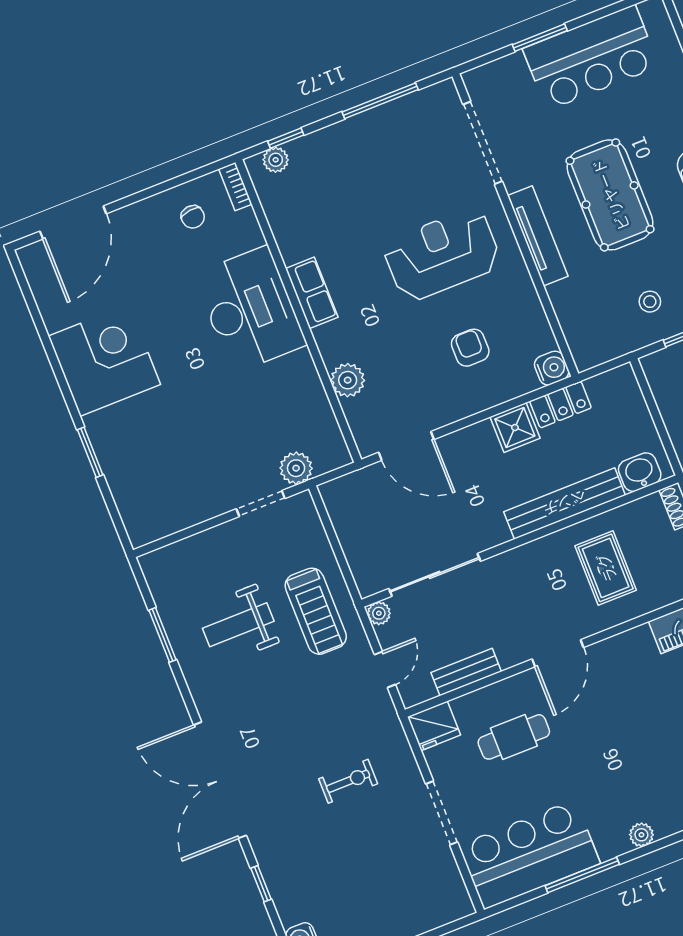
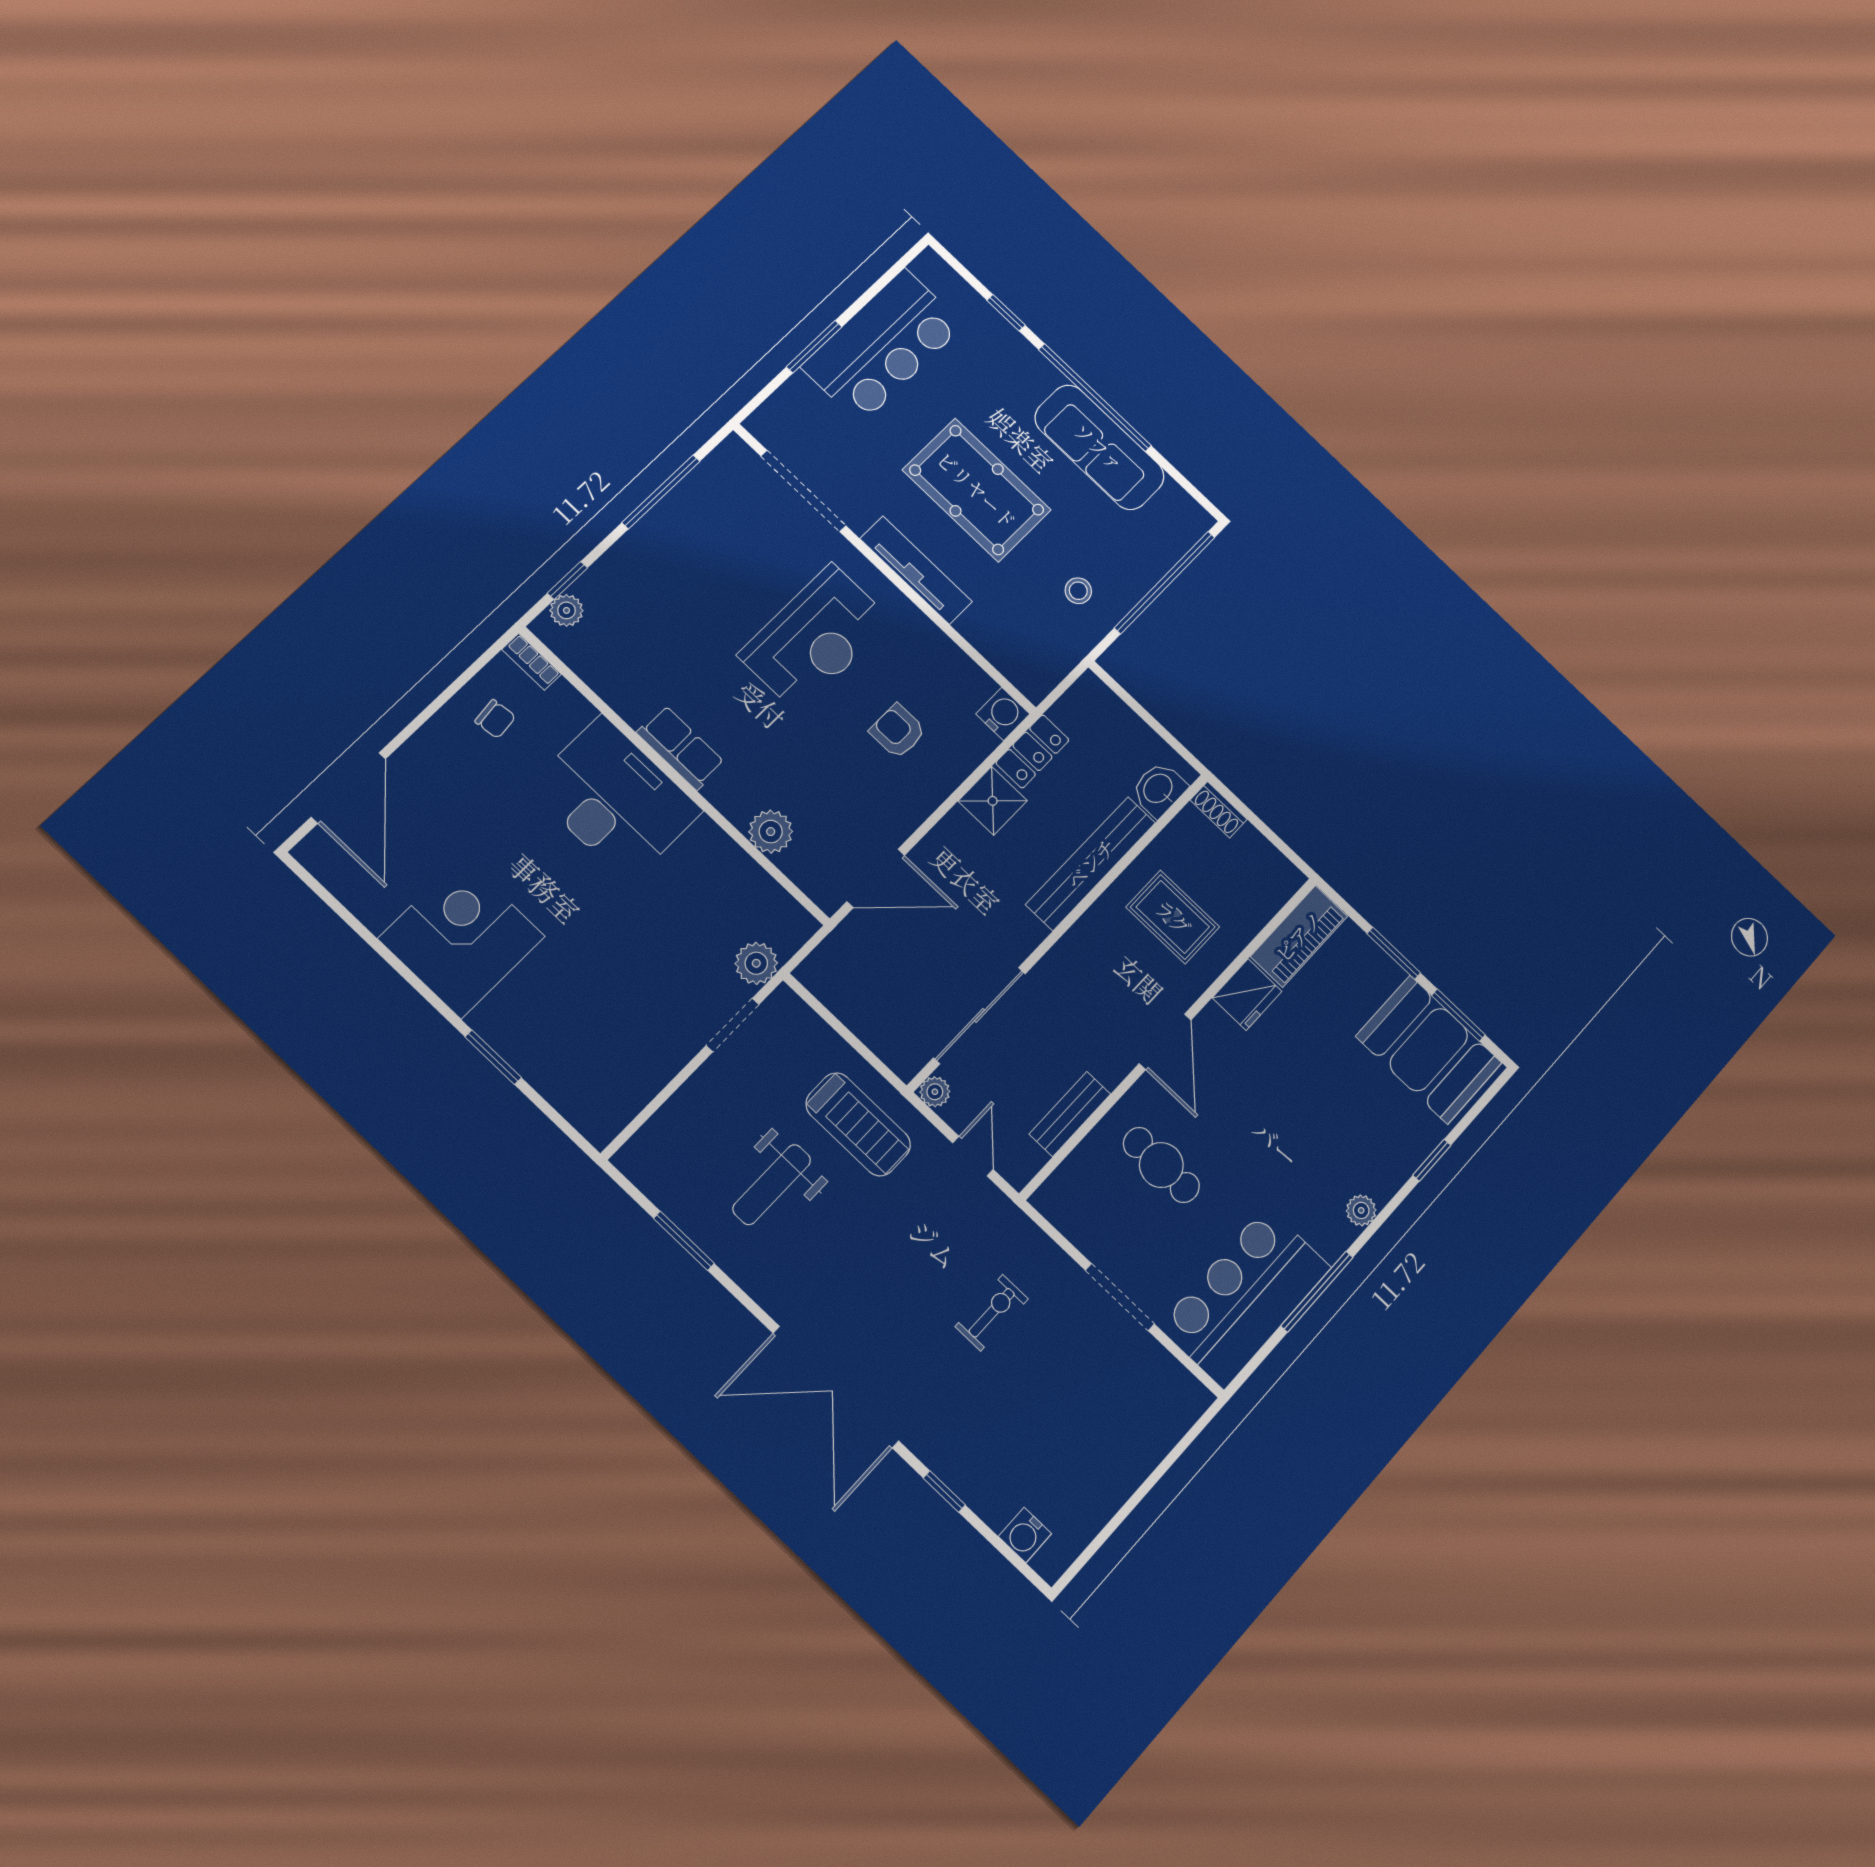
reception desk: (442, 255) -> (815, 638), turned 180
fridge: (434, 726) -> (1247, 995), moved
cafe table: (514, 737) -> (1161, 1165), turned 90

